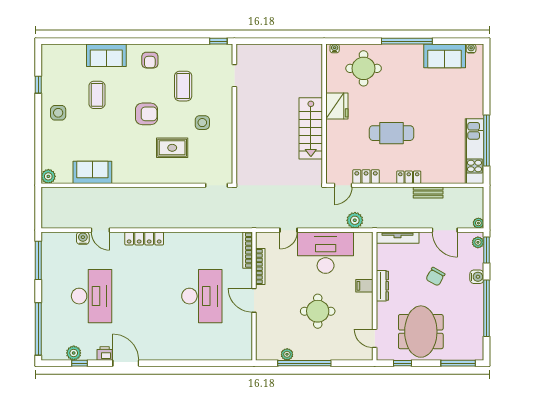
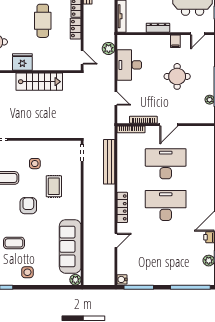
sofa: (92, 172) -> (70, 246), width x1.85, depth x1.27
locker: (366, 177) -> (76, 29), moved
bench: (205, 221) -> (109, 162), added
water cooler: (83, 238) -> (122, 279), moved
desk: (326, 253) -> (129, 65), width x0.73, depth x0.77
filing cabinet: (364, 286) -> (175, 41), moved
desk: (92, 296) -> (166, 205), moved

